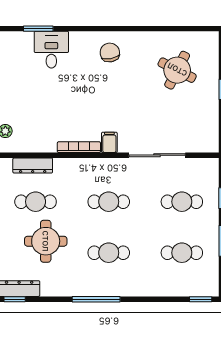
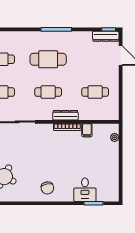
filing cabinet: (109, 142) -> (87, 130), moved
dresser: (33, 166) -> (65, 115), moved
round table: (46, 241) -> (89, 67), removed
cafe table: (109, 253) -> (48, 59), width x1.37, depth x1.35

